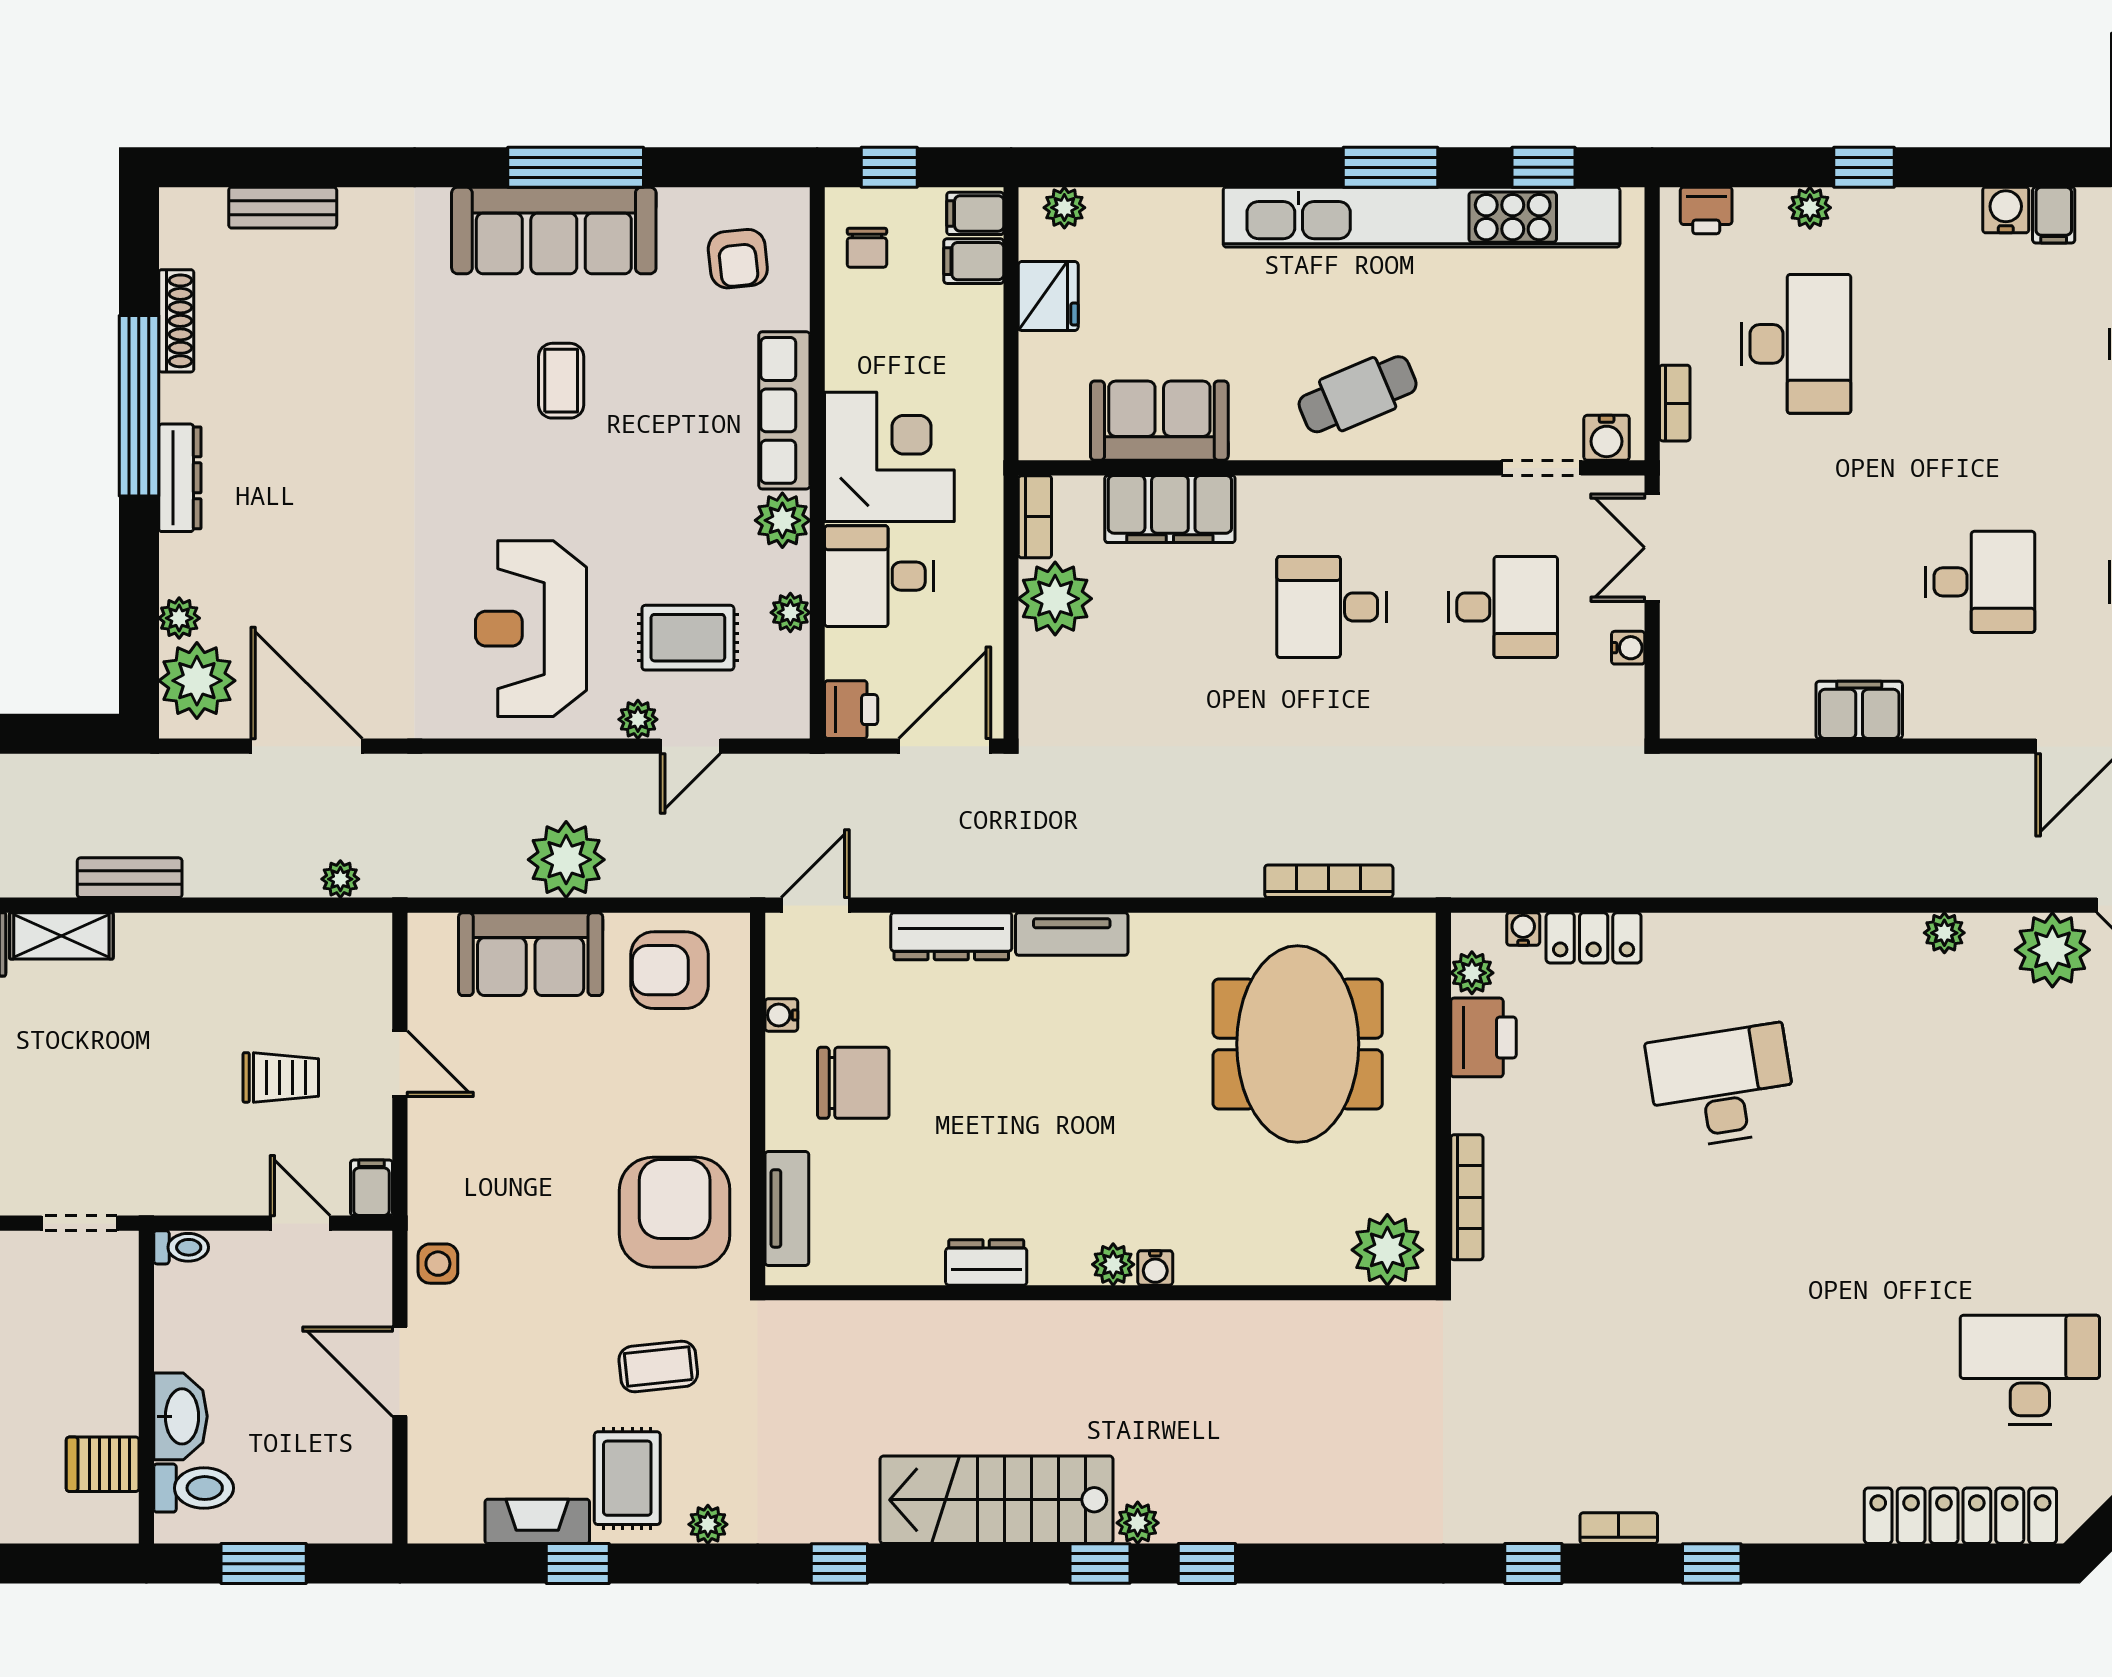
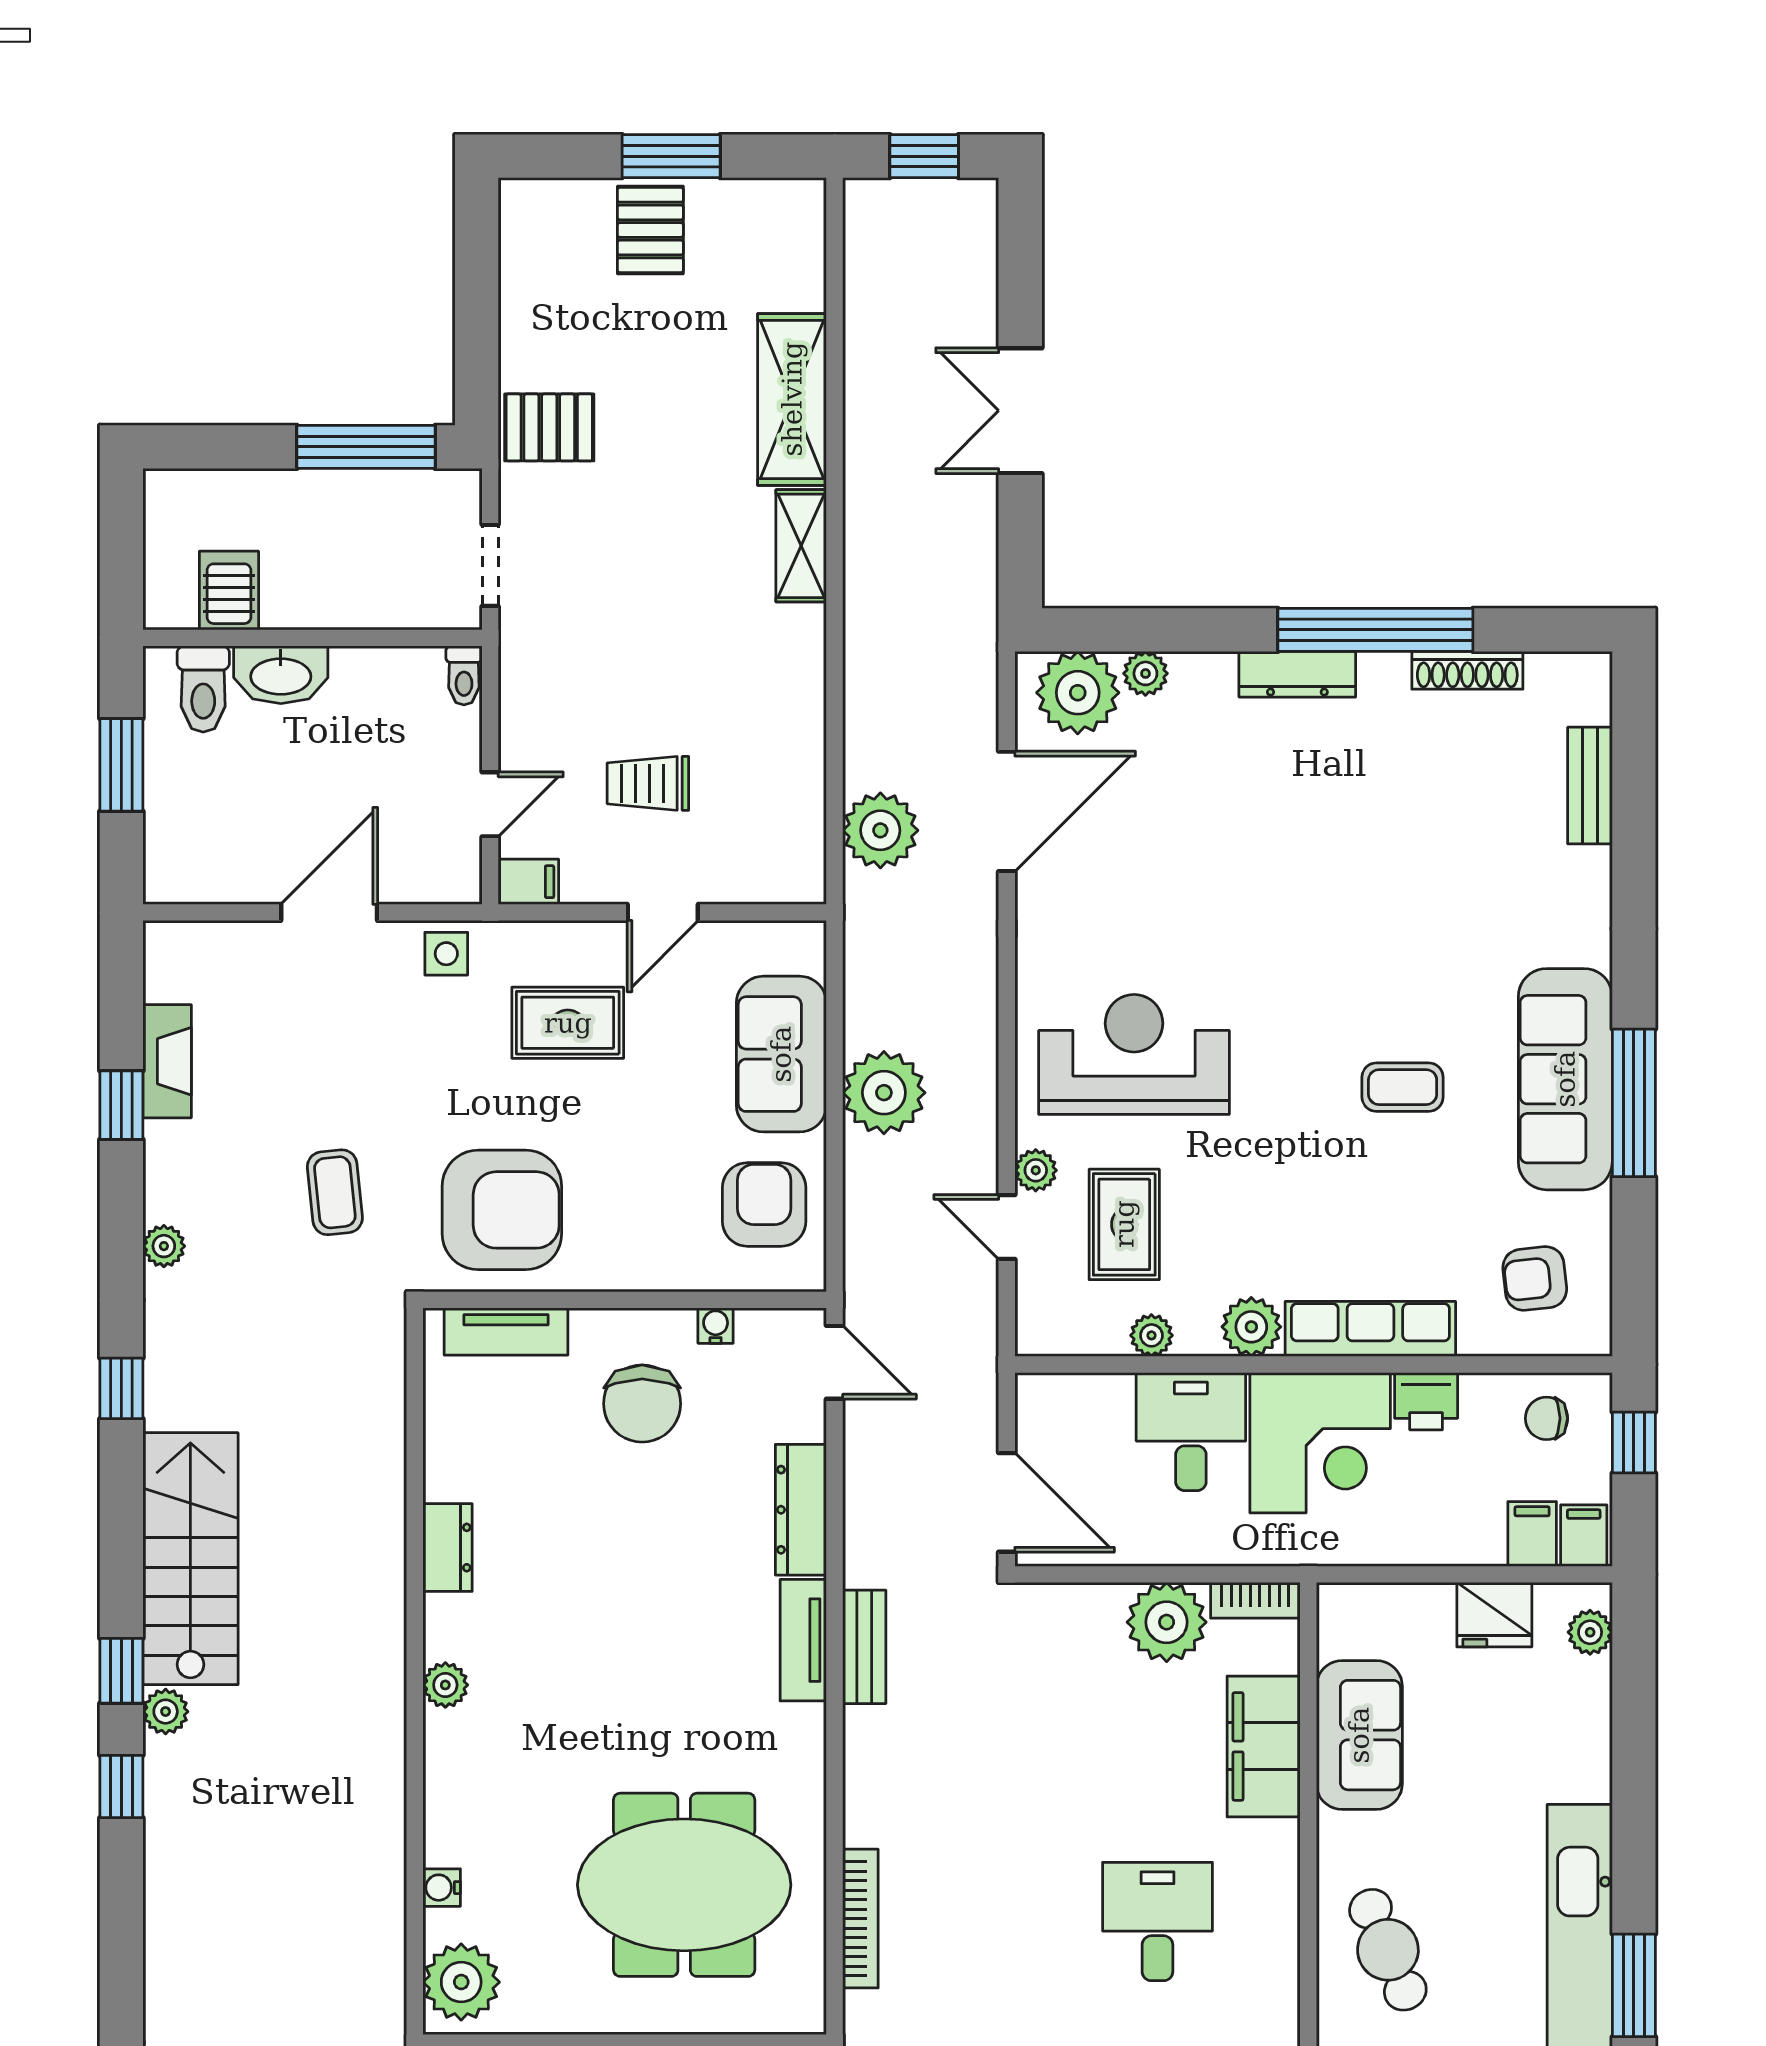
printer: (851, 710) -> (1426, 1401), moved
bench: (130, 878) -> (864, 1647), moved
plant: (340, 879) -> (880, 830), width x1.88, depth x1.88
trolley: (281, 1077) -> (648, 783), turned 90
water cooler: (1155, 1268) -> (442, 1888), moved
rug: (627, 1478) -> (568, 1023), moved

